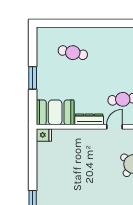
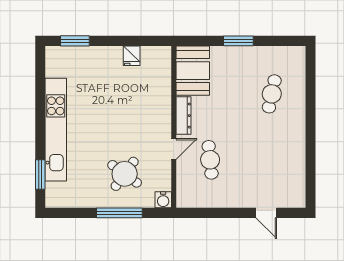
door: (114, 127) -> (174, 149), hinge flipped
fridge: (44, 135) -> (132, 56), moved

